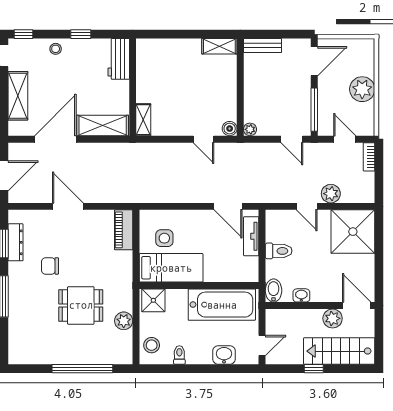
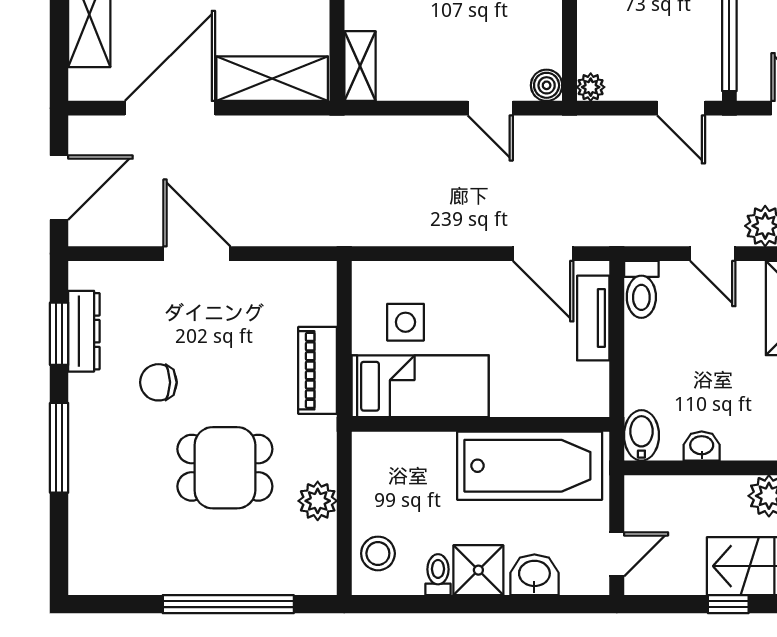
piano: (124, 230) -> (318, 370), moved
toilet: (279, 251) -> (641, 289), moved, turned 90
shower: (153, 300) -> (478, 570), moved

